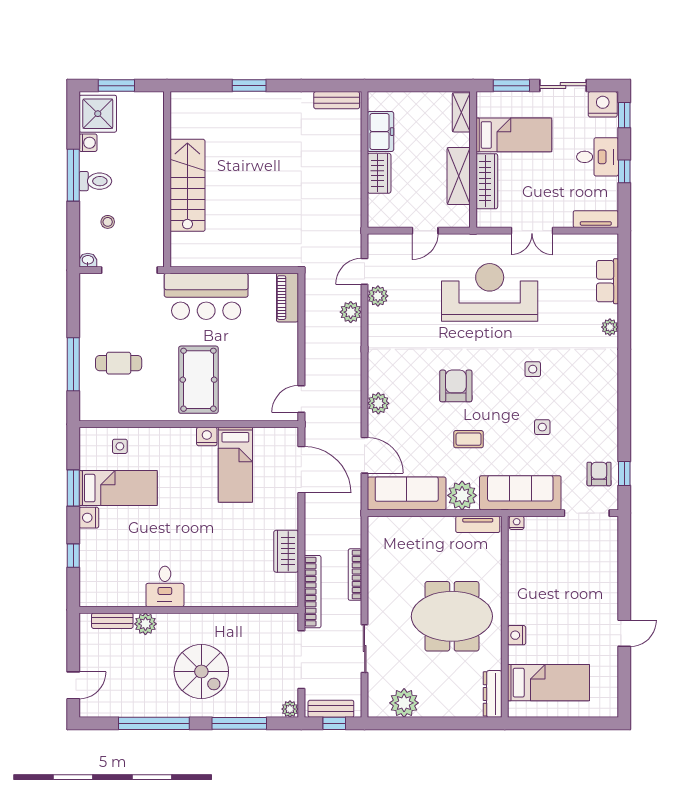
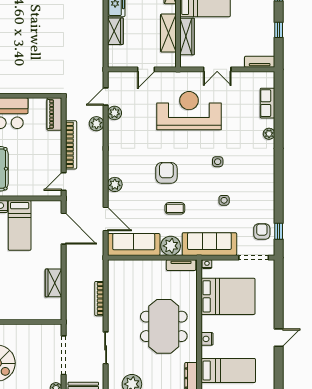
desk: (597, 157) -> (261, 20), removed
bed: (548, 571) -> (228, 296), added
bookcase: (313, 592) -> (71, 145), moved
meeting table: (452, 616) -> (164, 326), turned 90

